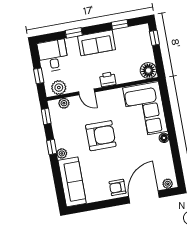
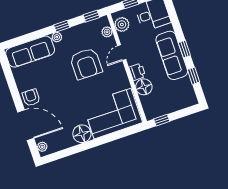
window: (74, 33) -> (184, 49), moved
window: (154, 38) -> (162, 120), moved
sofa: (97, 43) -> (172, 55), width x1.36
floor lamp: (148, 70) -> (144, 87), moved
armchair: (101, 136) -> (86, 64), moved
floor lamp: (164, 138) -> (82, 134), width x1.89, depth x1.89

